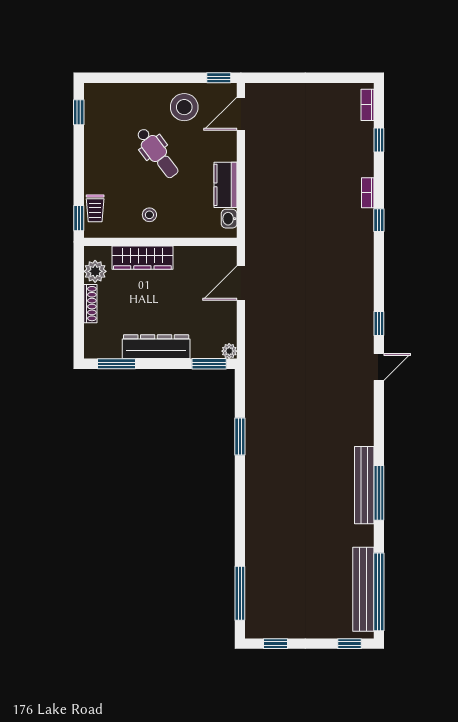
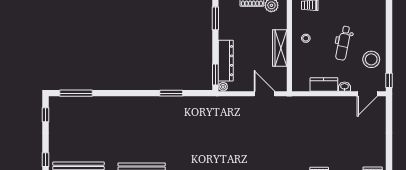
door: (241, 114) -> (367, 94), swing flipped
dental chair: (157, 153) -> (343, 43), turned -42
washbasin: (229, 219) -> (345, 87), moved
wardrobe: (142, 258) -> (280, 48), moved
dresser: (156, 347) -> (226, 61), moved

